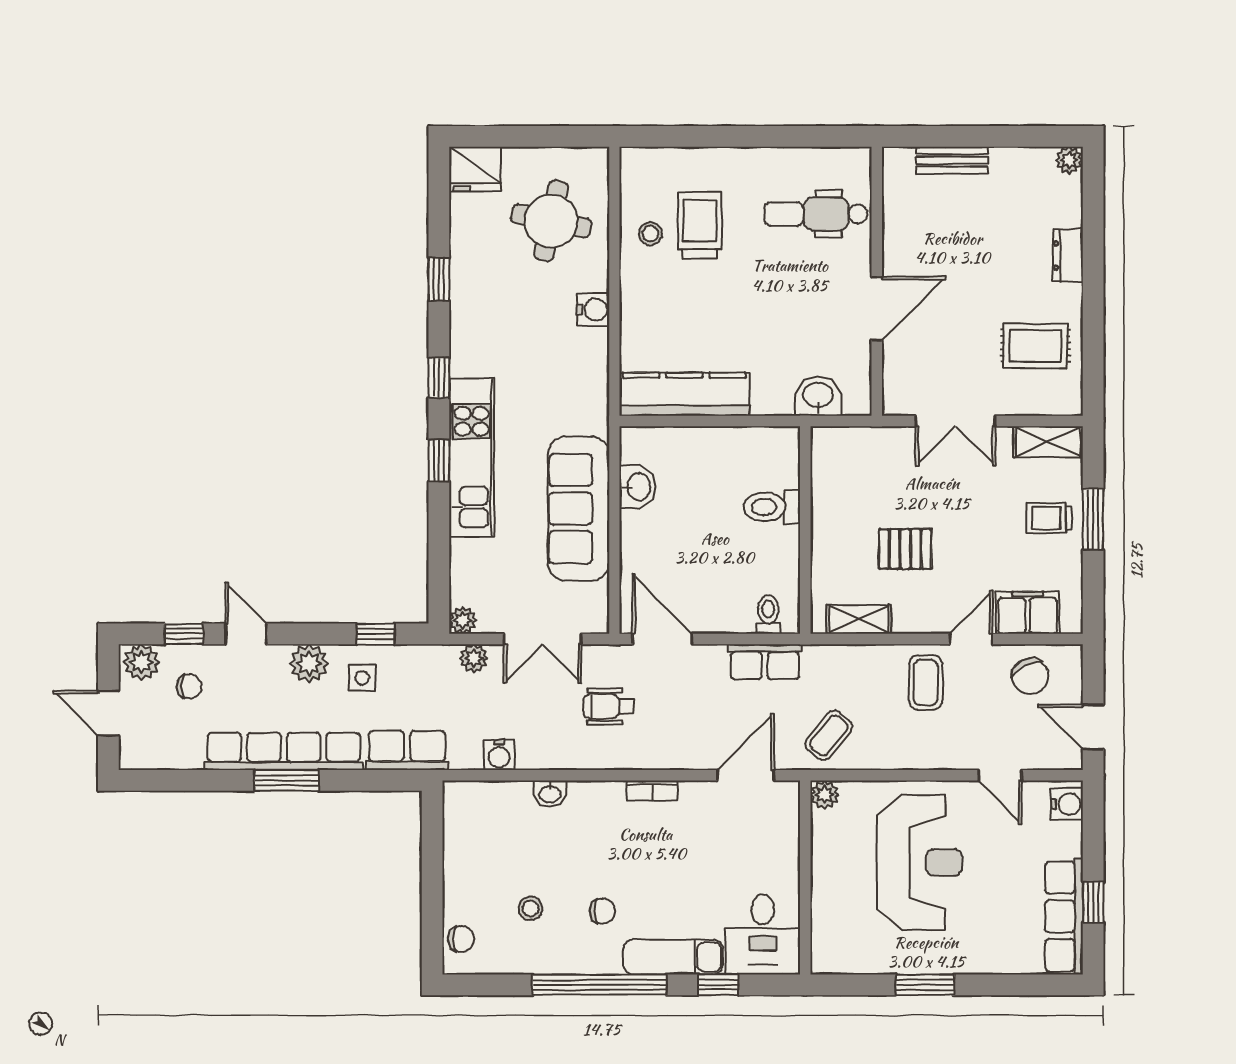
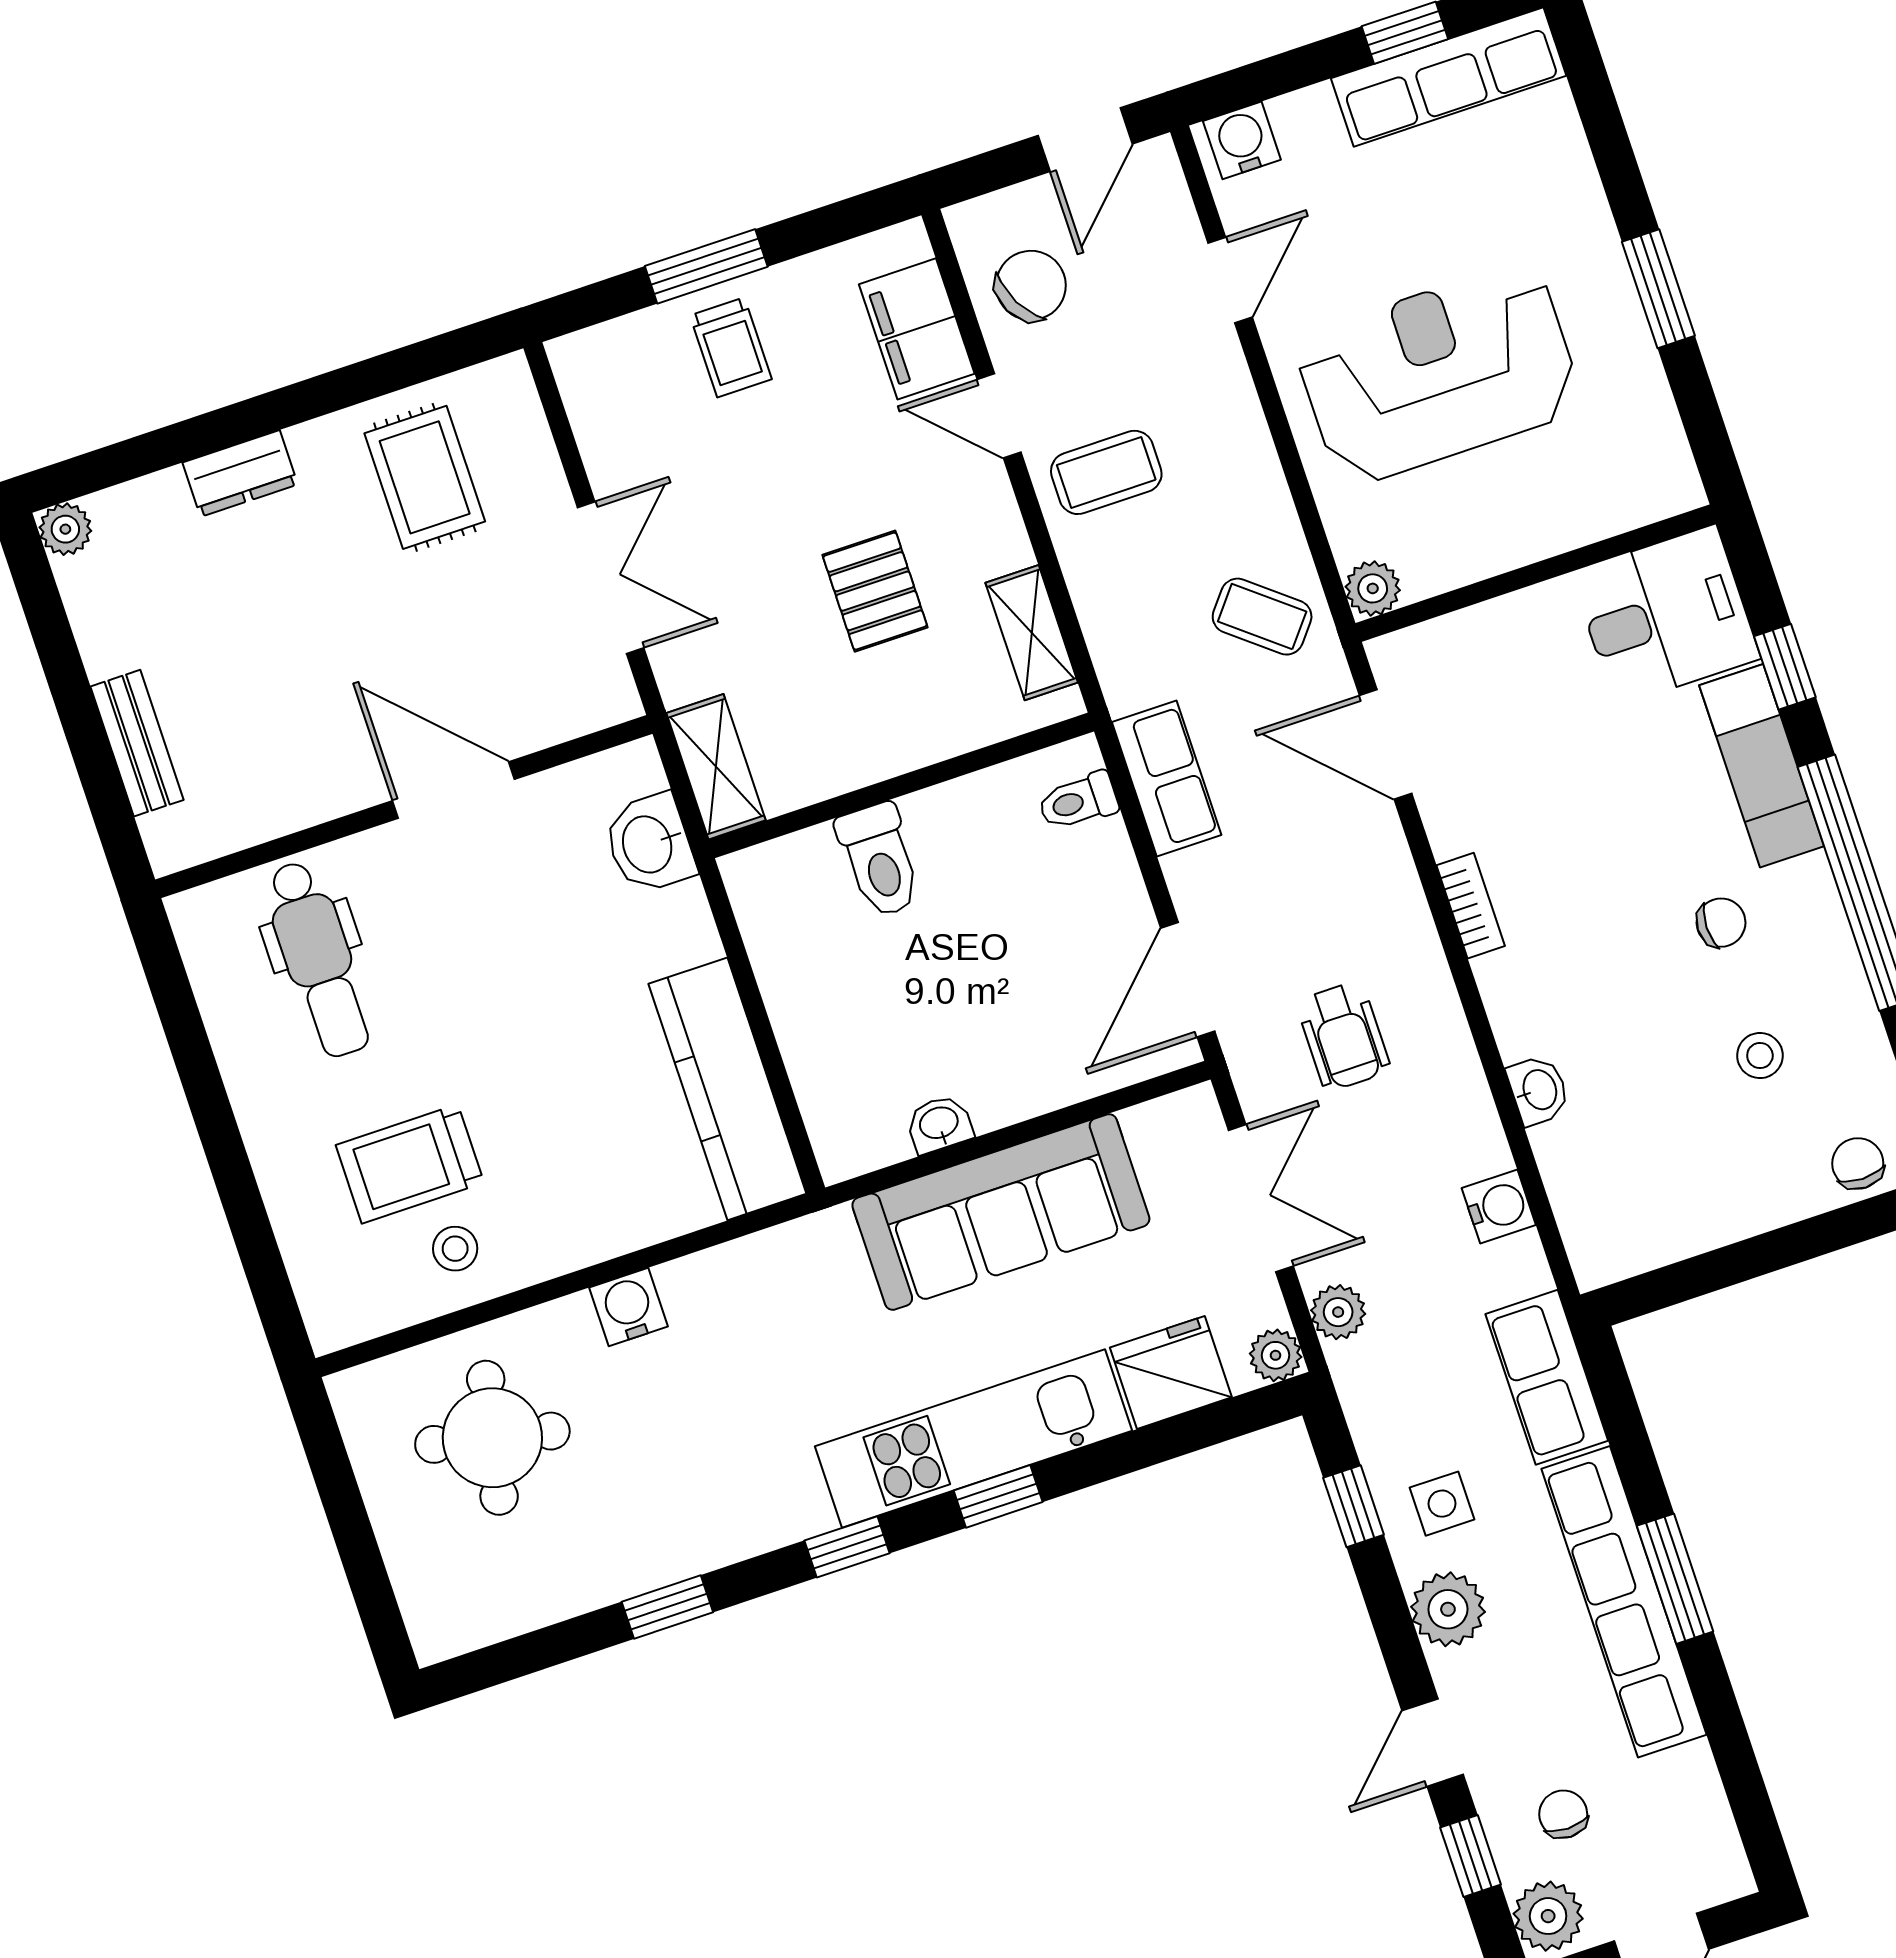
fridge: (475, 169) -> (1171, 1372), moved, turned -90
shelving: (1048, 442) -> (716, 767), moved
washbasin: (638, 487) -> (939, 1124), width x0.72, depth x0.69
chair: (602, 911) -> (1721, 923), turned 90

